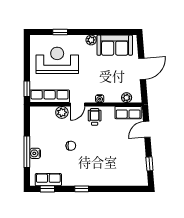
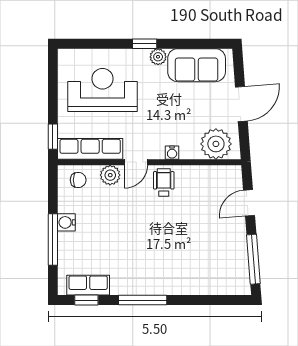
window: (60, 32) -> (145, 44), moved
plant: (127, 98) -> (216, 144), width x1.88, depth x1.88
row of seats: (128, 113) -> (219, 175), removed
chair: (71, 146) -> (78, 180), moved
water cooler: (35, 153) -> (66, 222), moved
window: (149, 164) -> (253, 259), width x2.17
window: (82, 189) -> (143, 300), width x2.17

